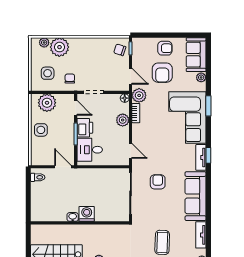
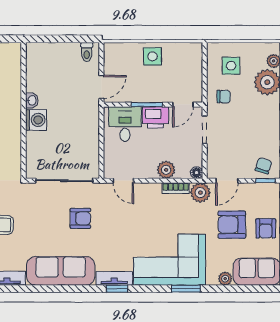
plant: (47, 103) -> (190, 65), removed
door: (131, 151) -> (123, 181), hinge flipped

